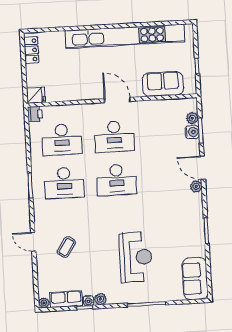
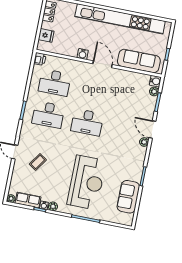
sofa: (163, 84) -> (139, 61), width x1.36
water cooler: (88, 94) -> (83, 54), added
fridge: (36, 95) -> (46, 35), moved
water cooler: (192, 132) -> (155, 81), moved
desk: (114, 137) -> (94, 90), removed
reception desk: (136, 257) -> (87, 182), width x1.36, depth x1.30
sofa: (195, 279) -> (128, 197), moved

